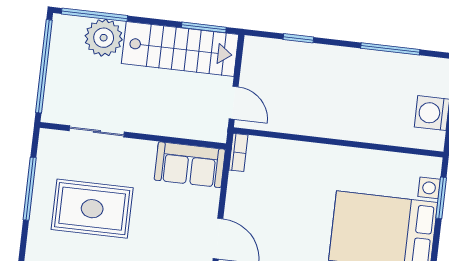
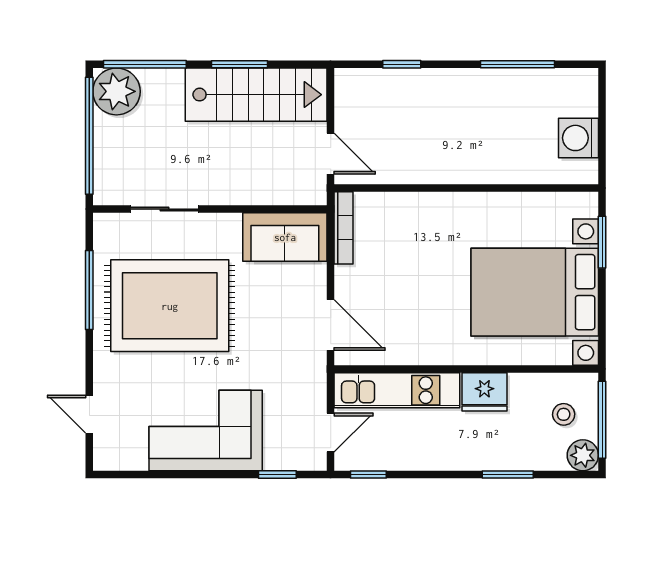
window: (204, 27) -> (239, 64), moved
plant: (104, 38) -> (116, 91), moved
bookcase: (238, 152) -> (344, 228), width x1.56
rug: (92, 209) -> (170, 306), width x1.37, depth x1.44

